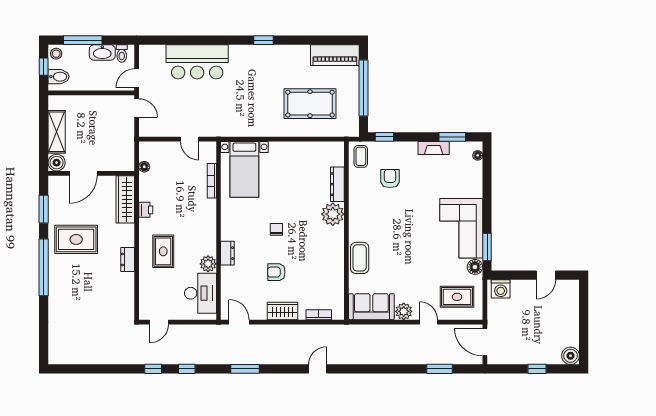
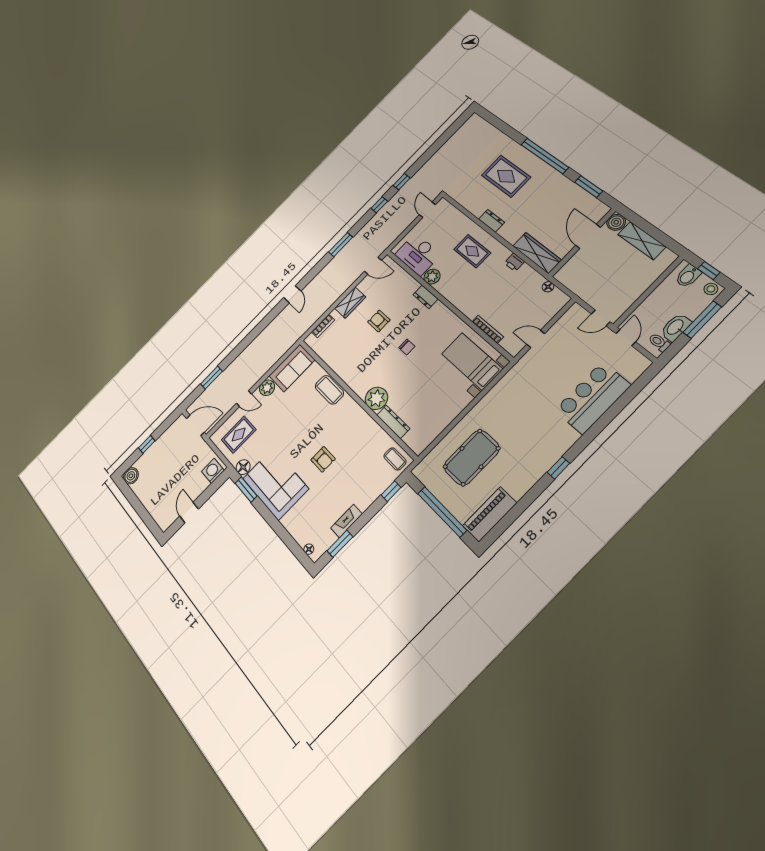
armchair: (390, 178) -> (323, 459), moved
rug: (76, 239) -> (506, 176), moved, turned 90
armchair: (276, 272) -> (379, 321), turned -90

